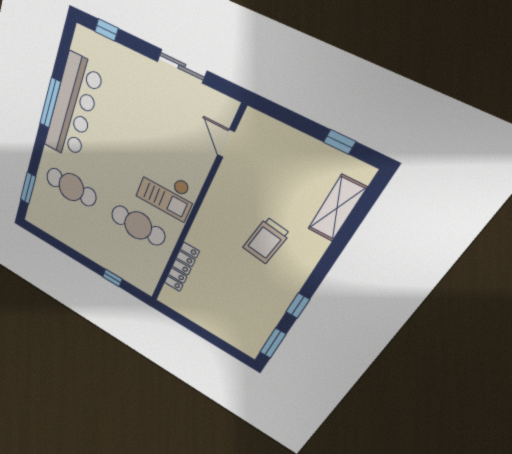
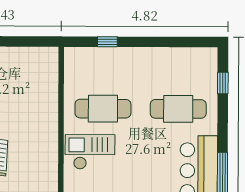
window: (28, 188) -> (223, 83), width x0.67
locker: (182, 267) -> (50, 93), removed

